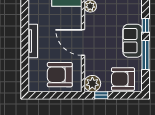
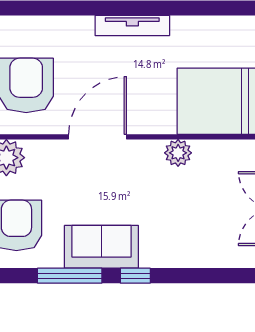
tv unit: (33, 41) -> (132, 26), moved

